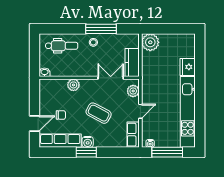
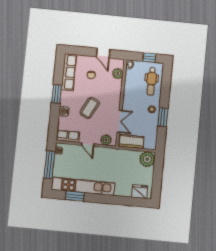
window: (101, 29) -> (163, 117), width x0.69
window: (35, 51) -> (149, 58), added
fridge: (188, 67) -> (140, 192), moved
plant: (73, 85) -> (118, 74), moved
window: (200, 120) -> (75, 196), added
door: (35, 123) -> (103, 53), moved
water cooler: (88, 142) -> (64, 111), moved

